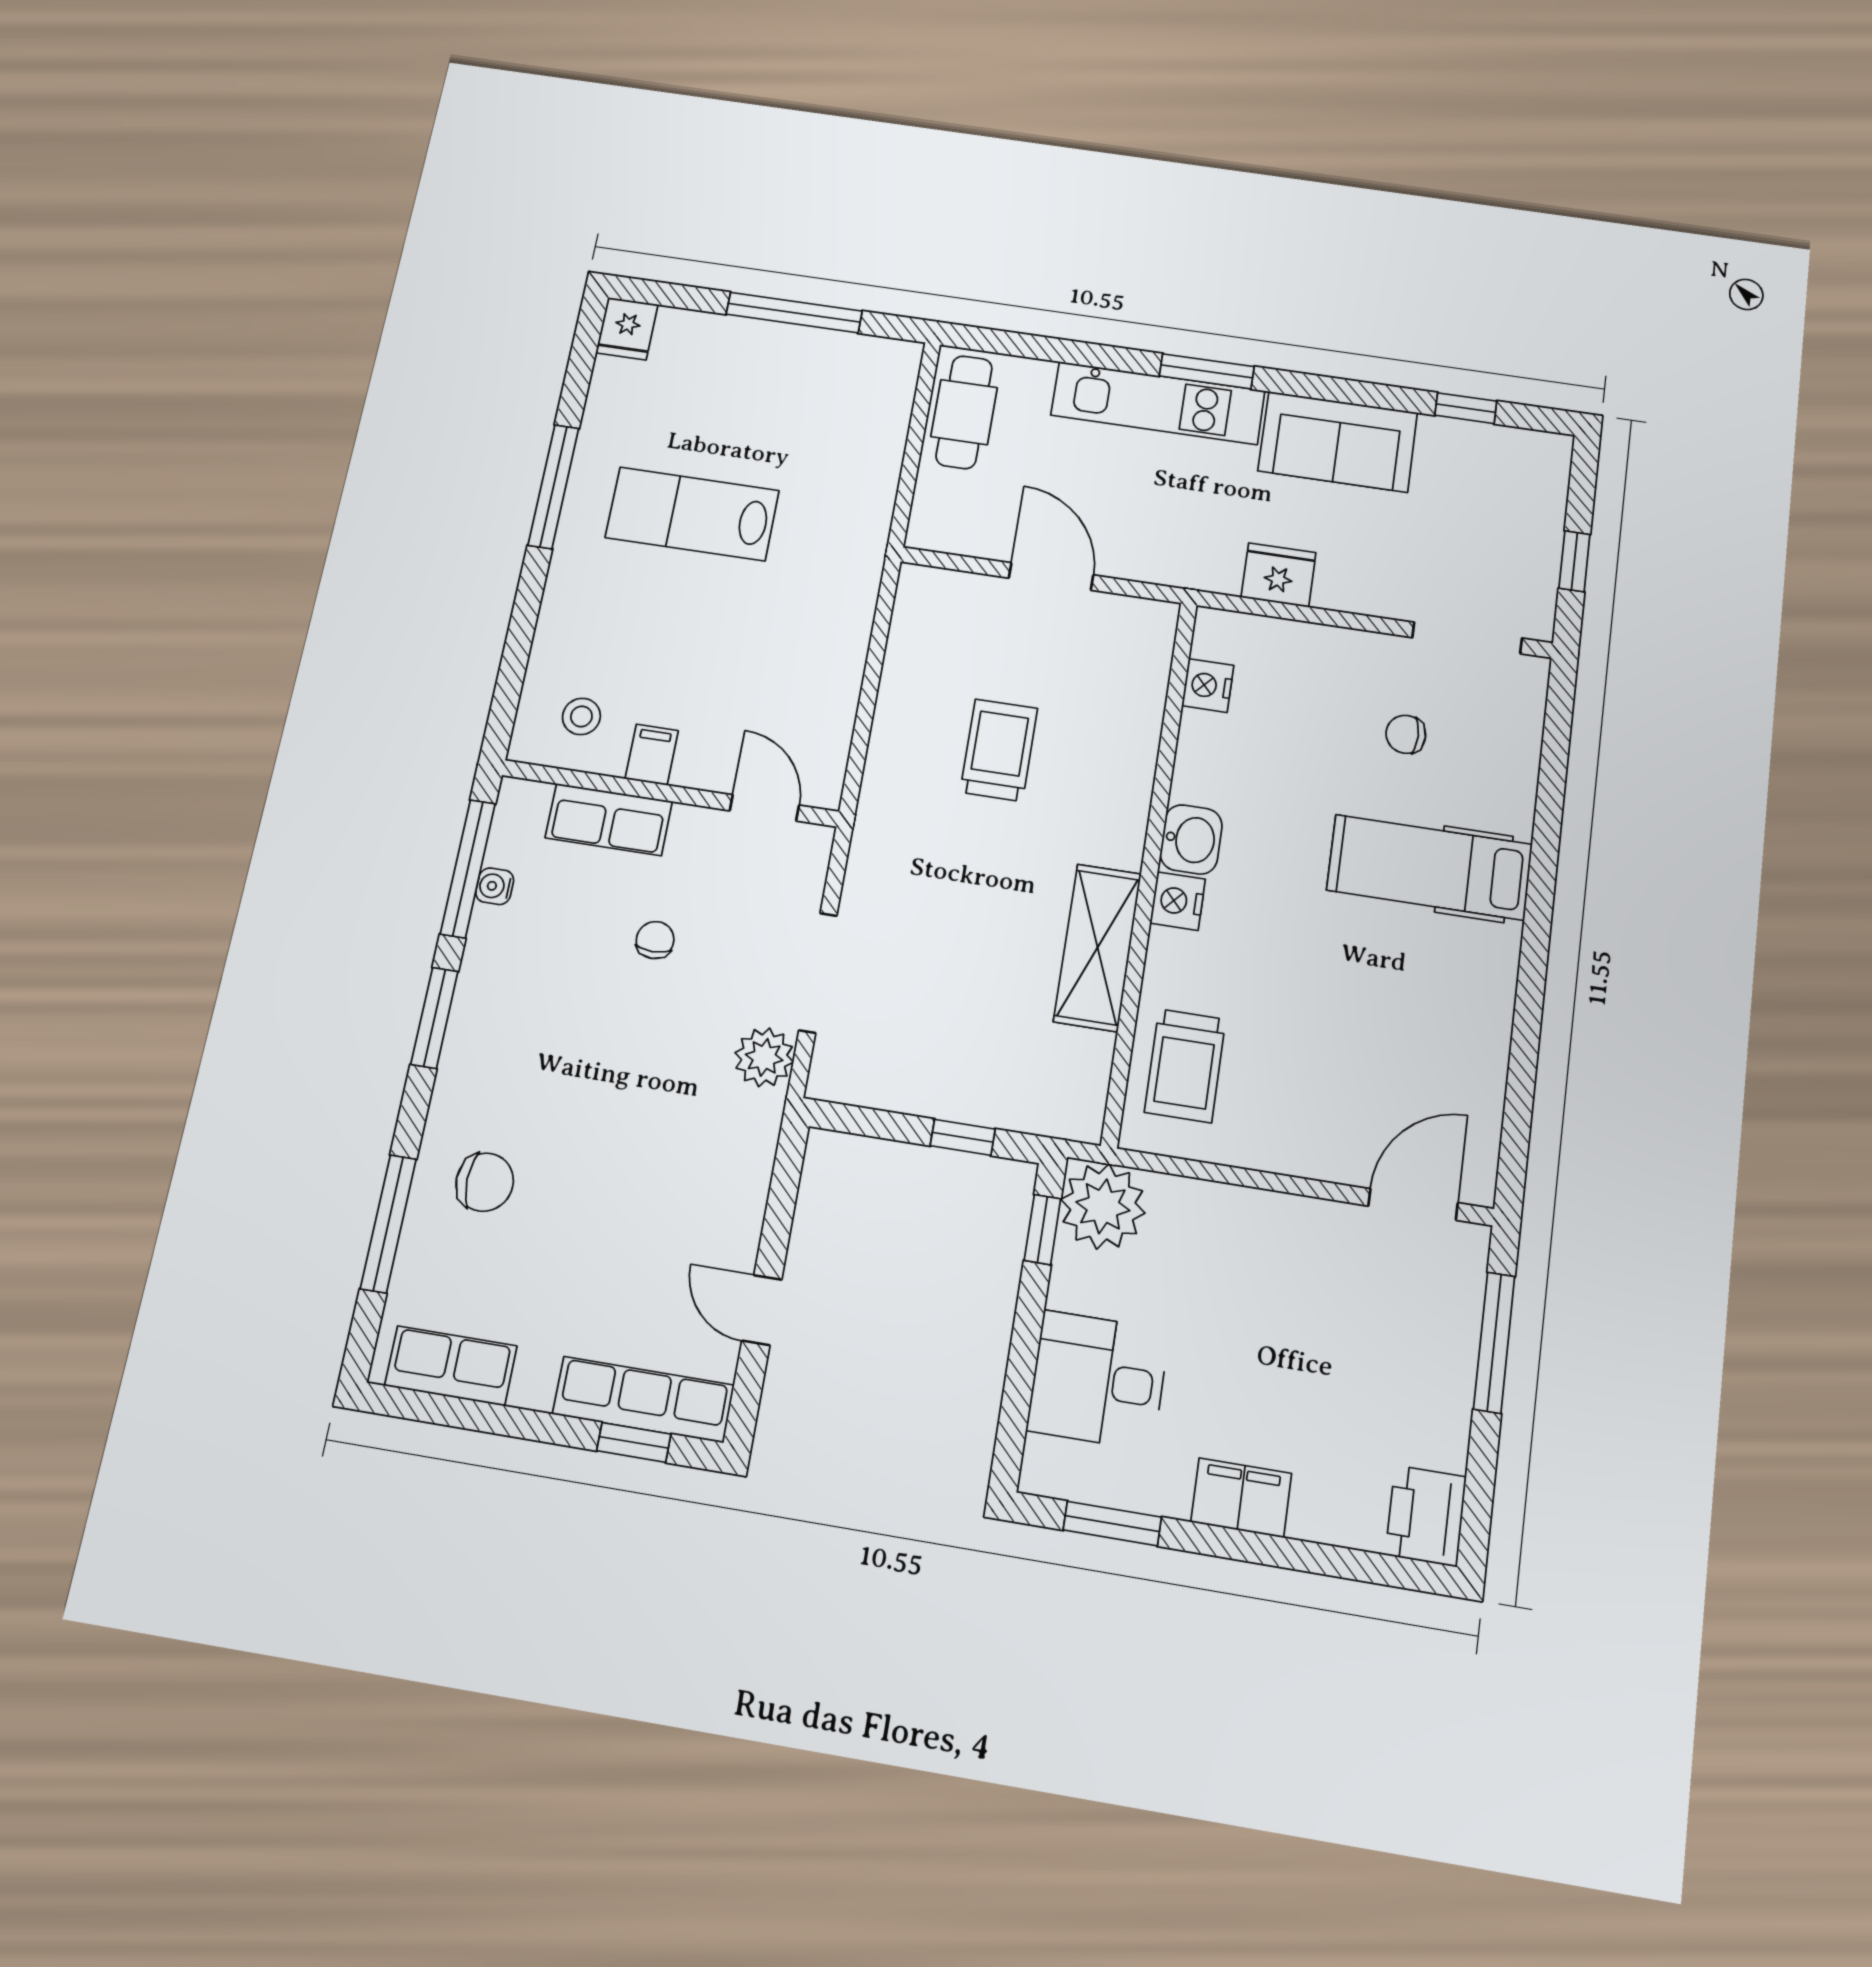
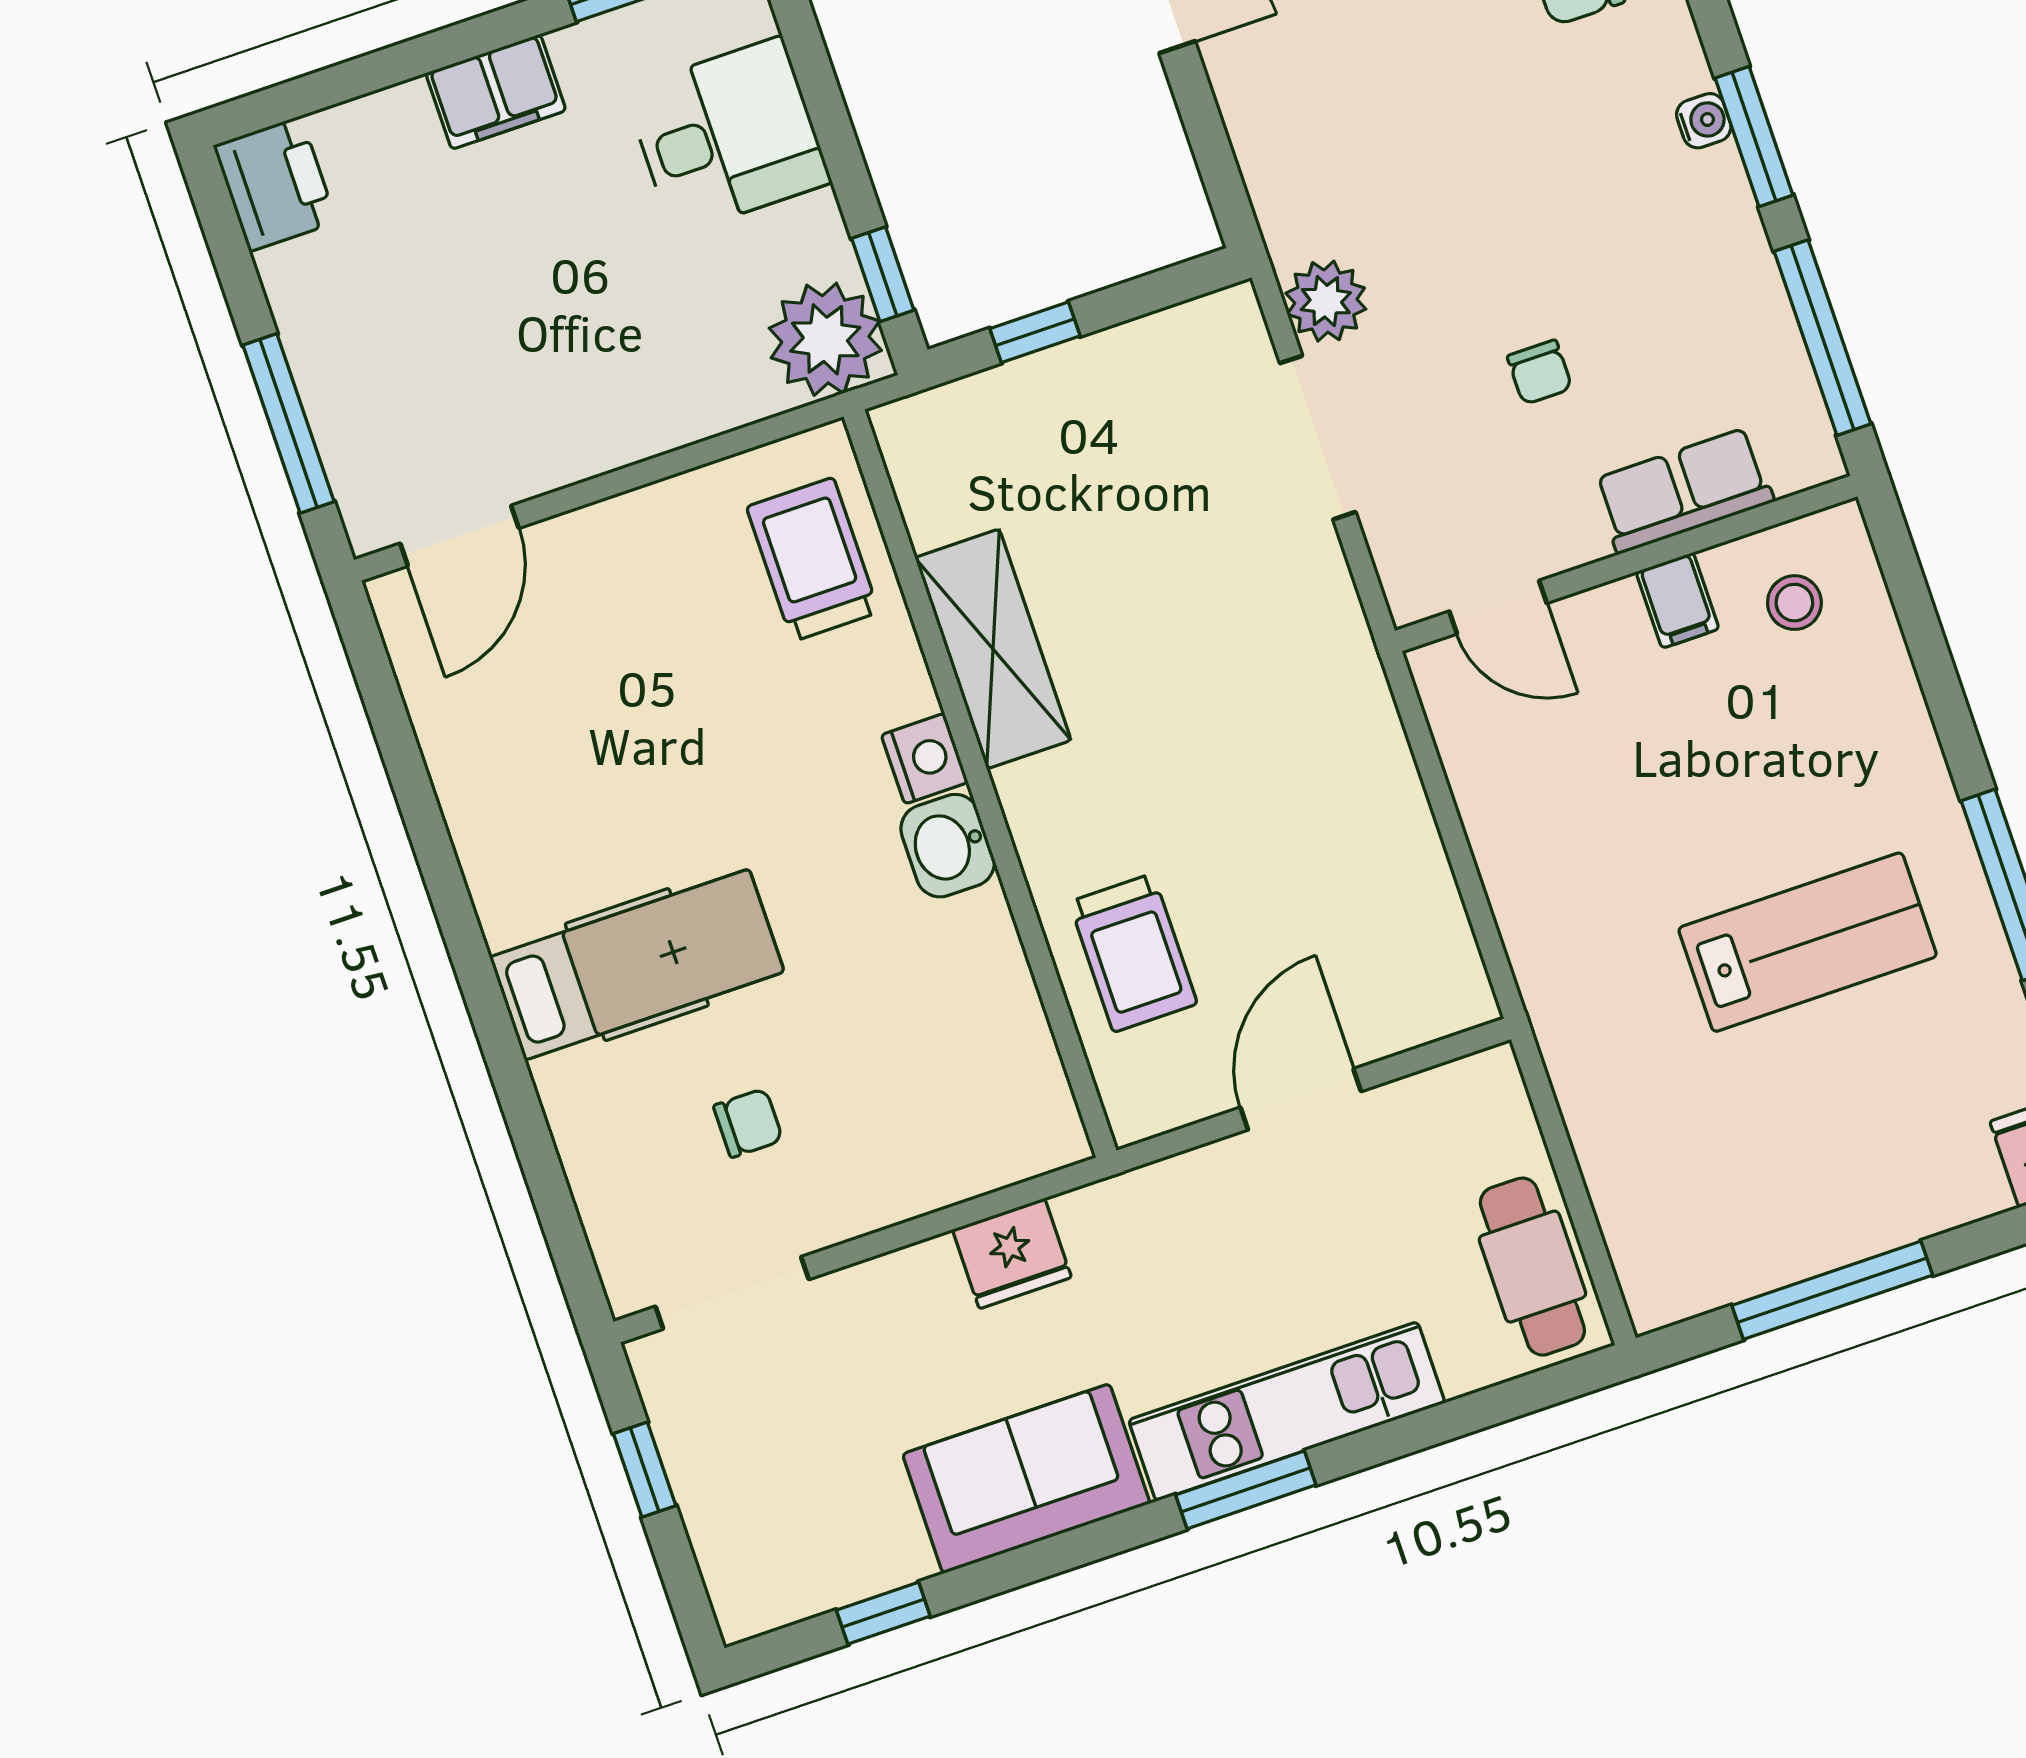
door: (1051, 577) -> (1301, 1099), swing flipped
nightstand: (1208, 685) -> (1028, 1057), removed
trolley: (999, 750) -> (1133, 953), moved
water cooler: (495, 886) -> (1704, 121), moved

